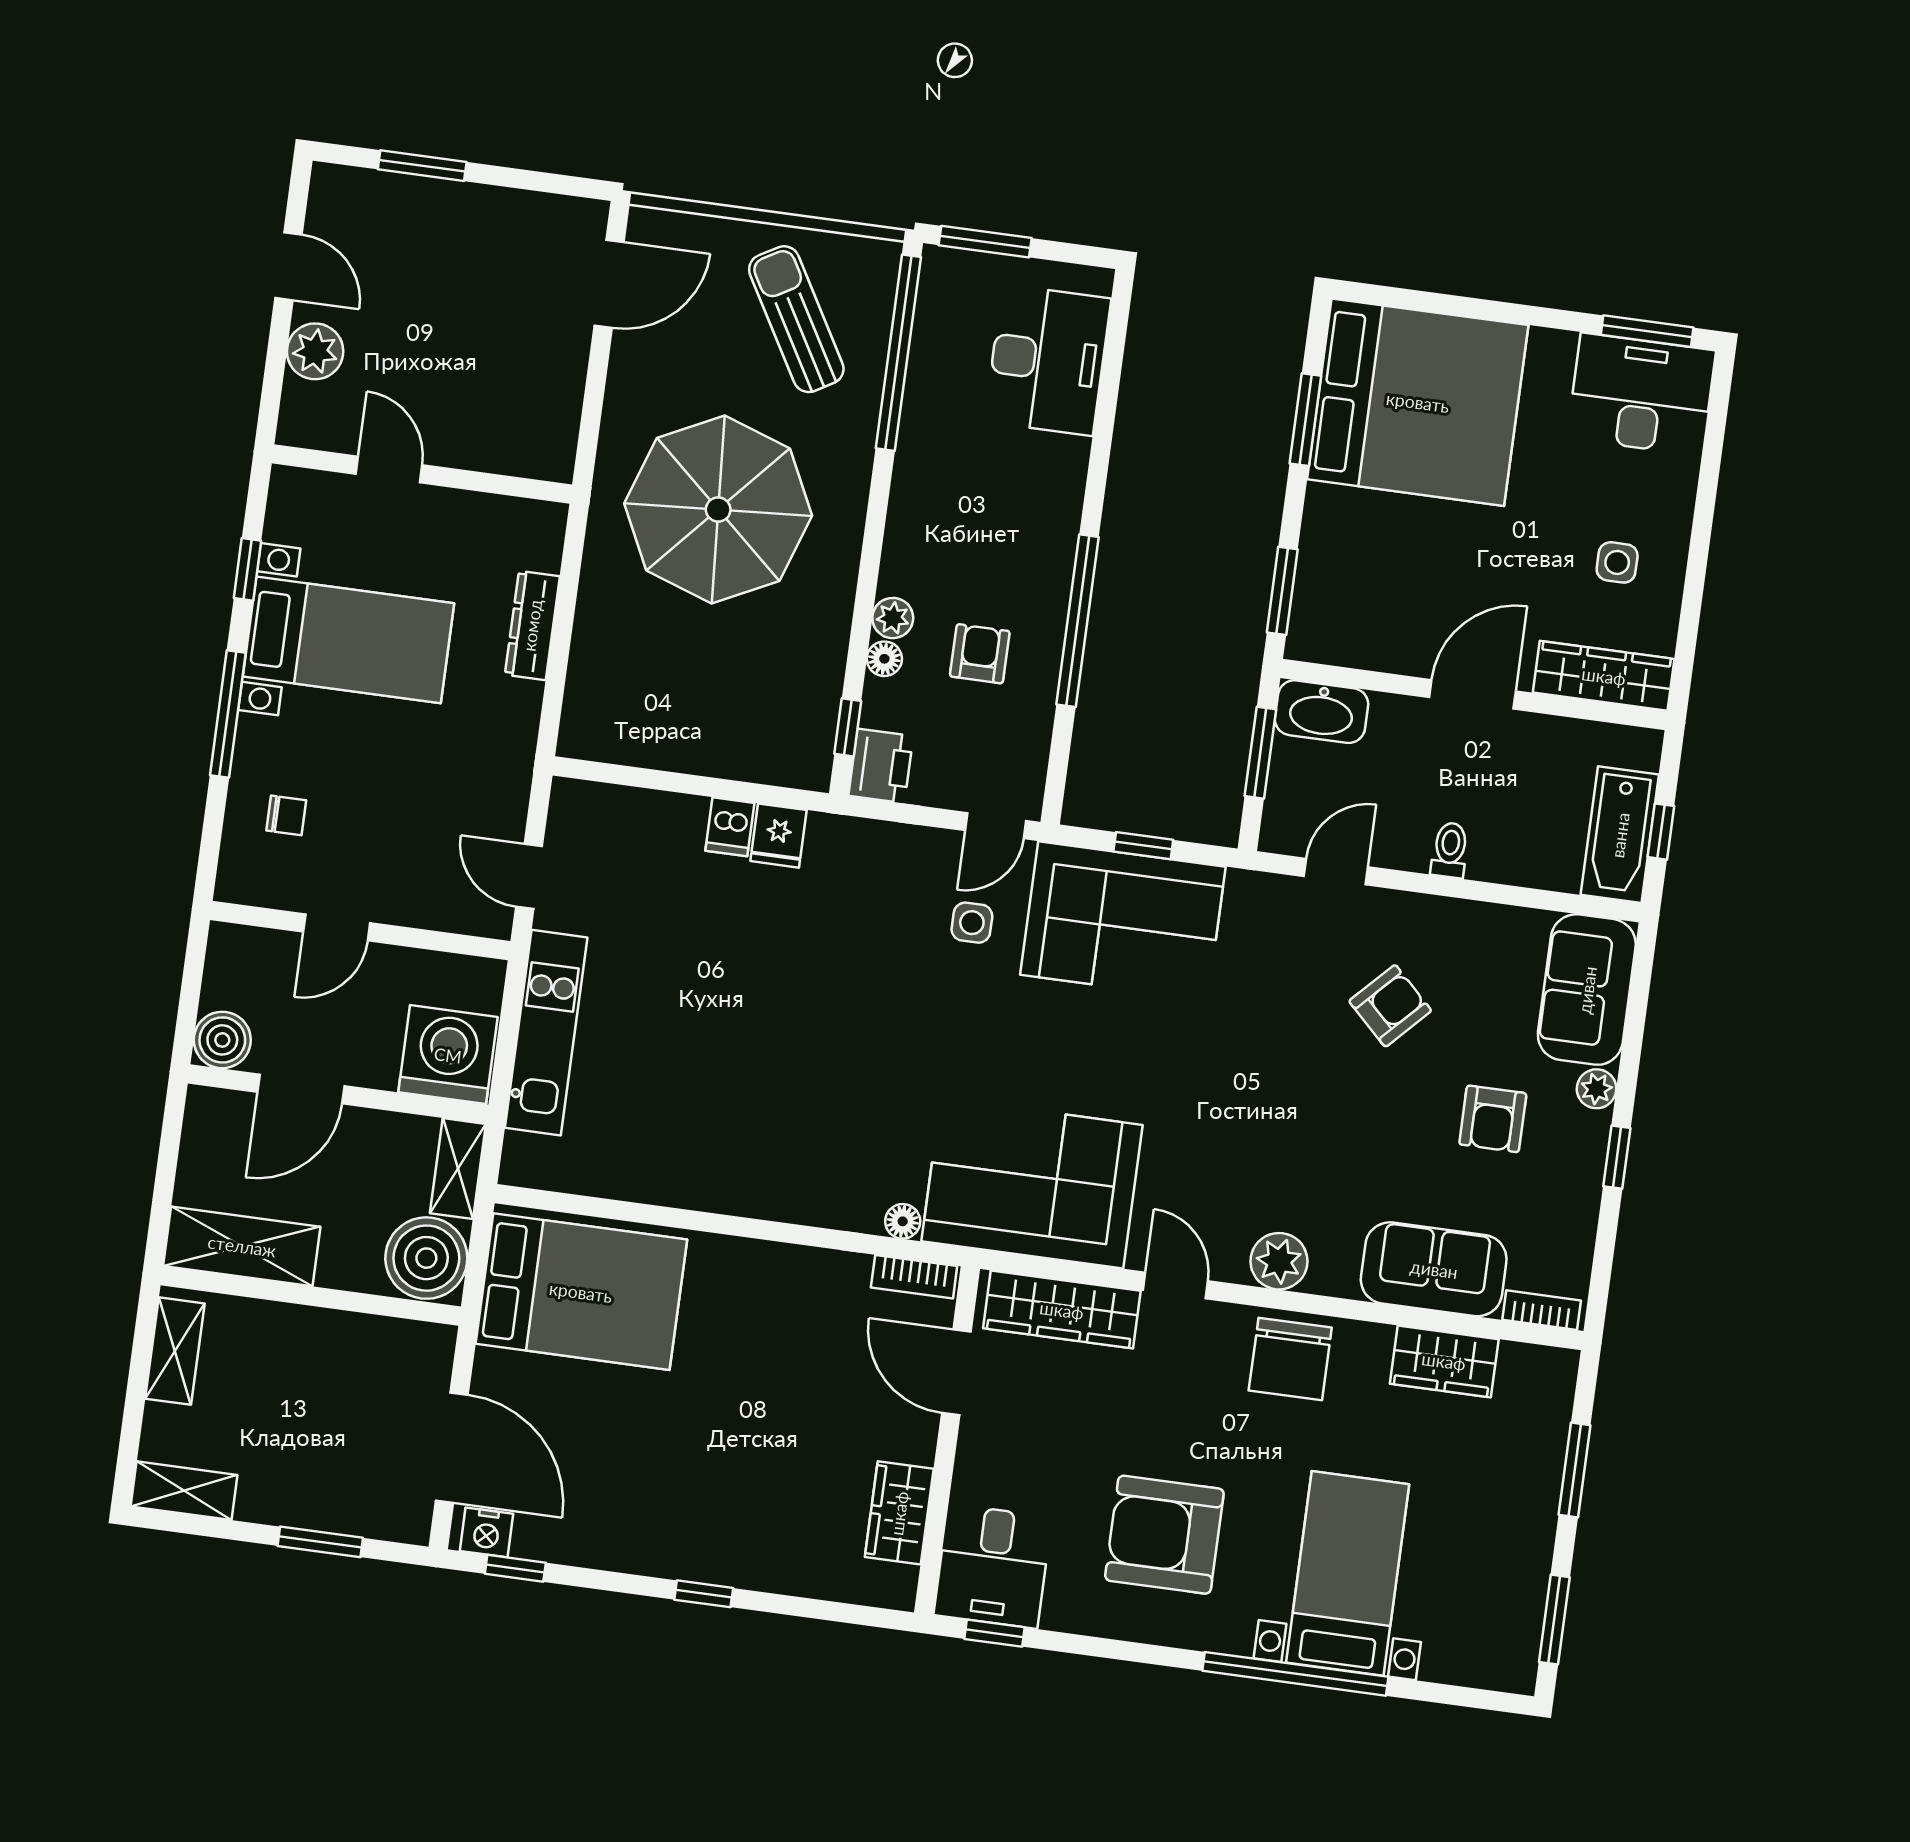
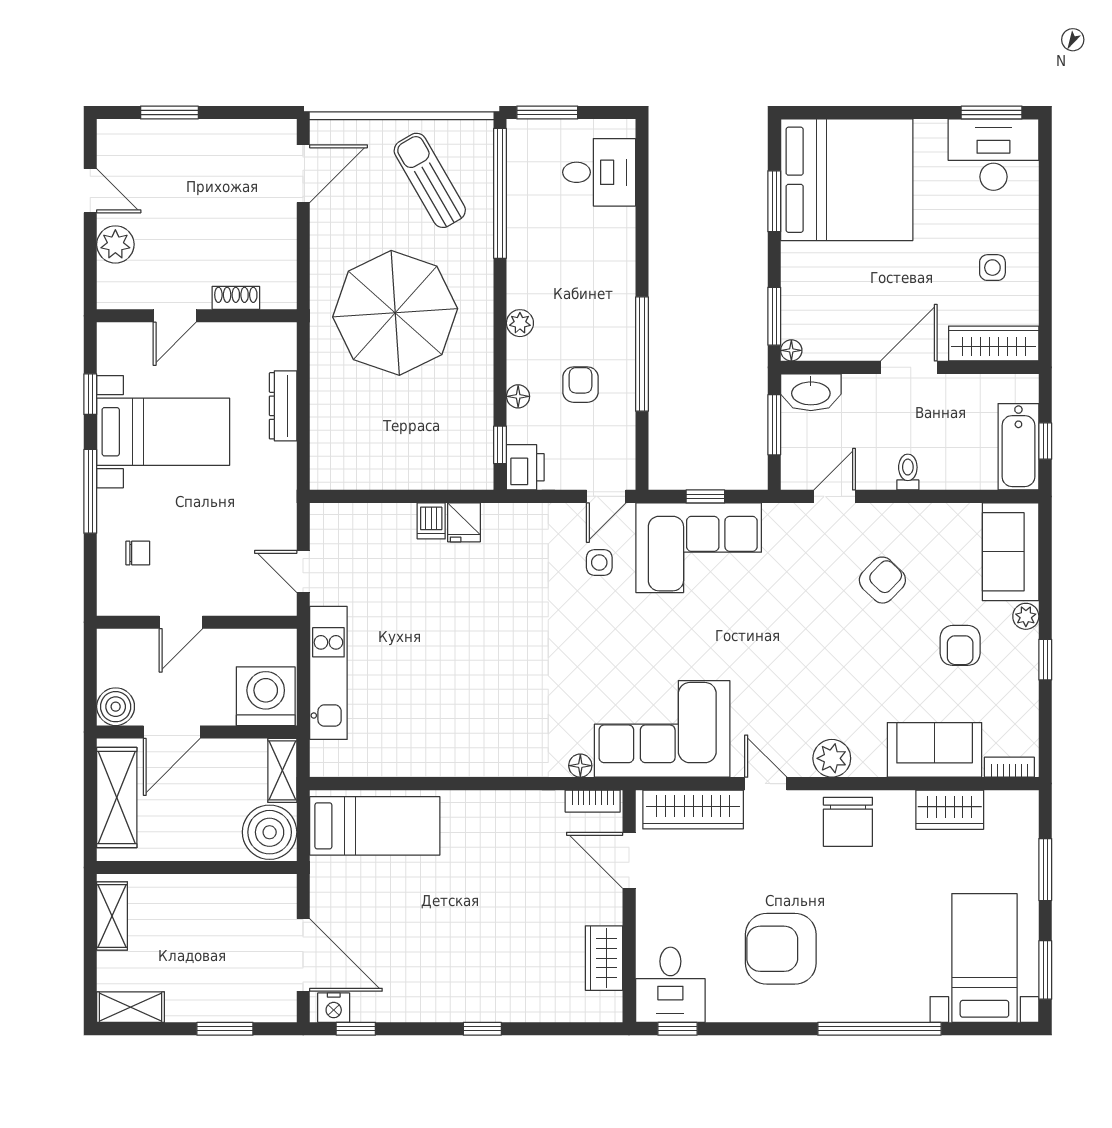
desk: (1048, 360) -> (599, 172), width x0.73
shoe rack: (484, 455) -> (236, 298), added
door: (389, 469) -> (175, 316), swing flipped
plant: (893, 618) -> (520, 323), moved
floor lamp: (1301, 645) -> (791, 350), added
shelving: (242, 1246) -> (117, 798), moved, turned 90
bed: (581, 1292) -> (375, 826), width x0.67
bed with nightstands: (1348, 1573) -> (984, 958), moved

